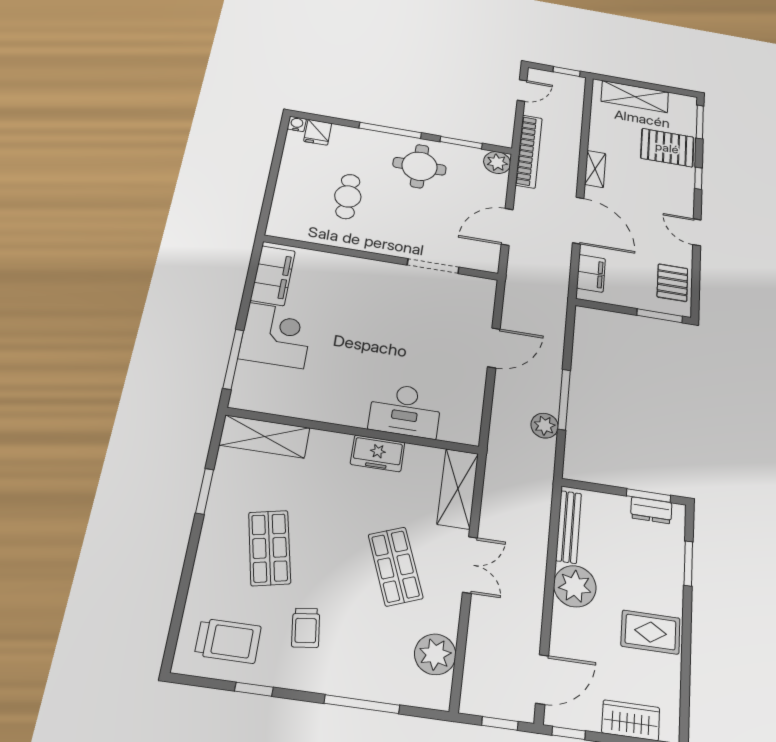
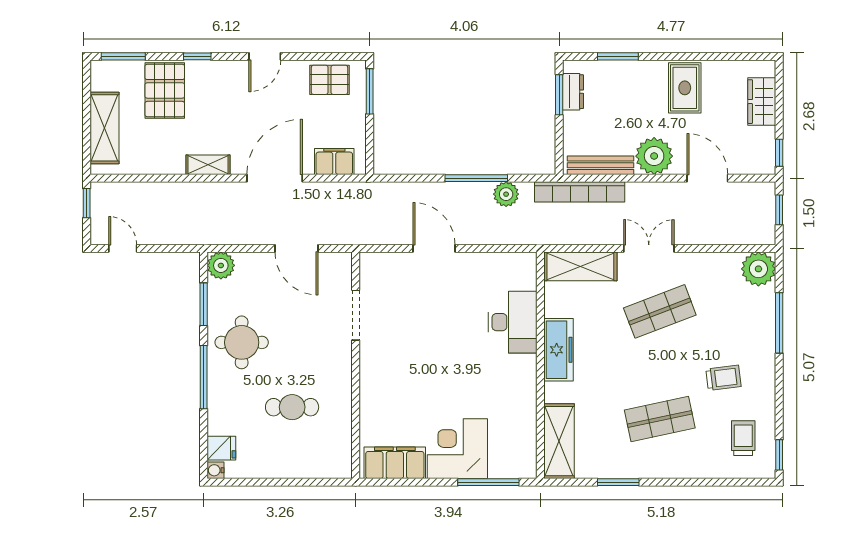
bookcase: (529, 151) -> (580, 192), moved, turned 180
freezer: (378, 453) -> (559, 350), width x1.40
trolley: (228, 641) -> (743, 438), width x0.73, depth x0.72
plant: (435, 654) -> (758, 269), moved
door: (542, 679) -> (707, 178), moved
window: (254, 689) -> (779, 455), moved

